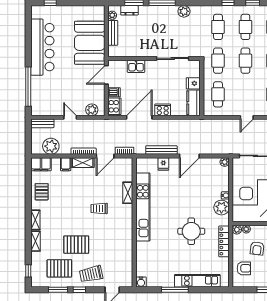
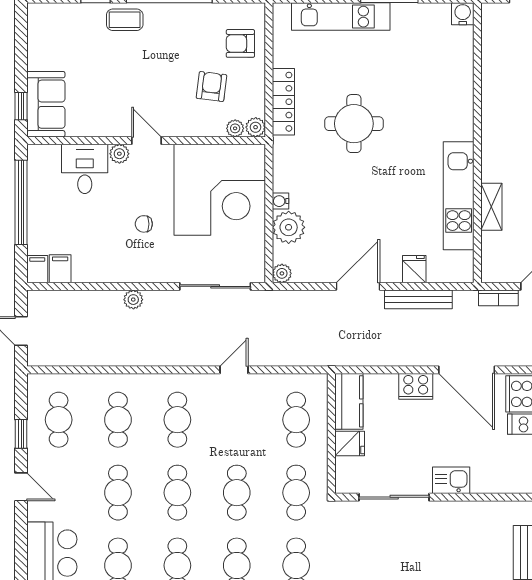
kitchen sink: (136, 66) -> (451, 480), moved
door: (139, 117) -> (467, 370), hinge flipped
kitchen unit: (143, 207) -> (459, 196), width x0.73
plant: (221, 208) -> (289, 227), moved

